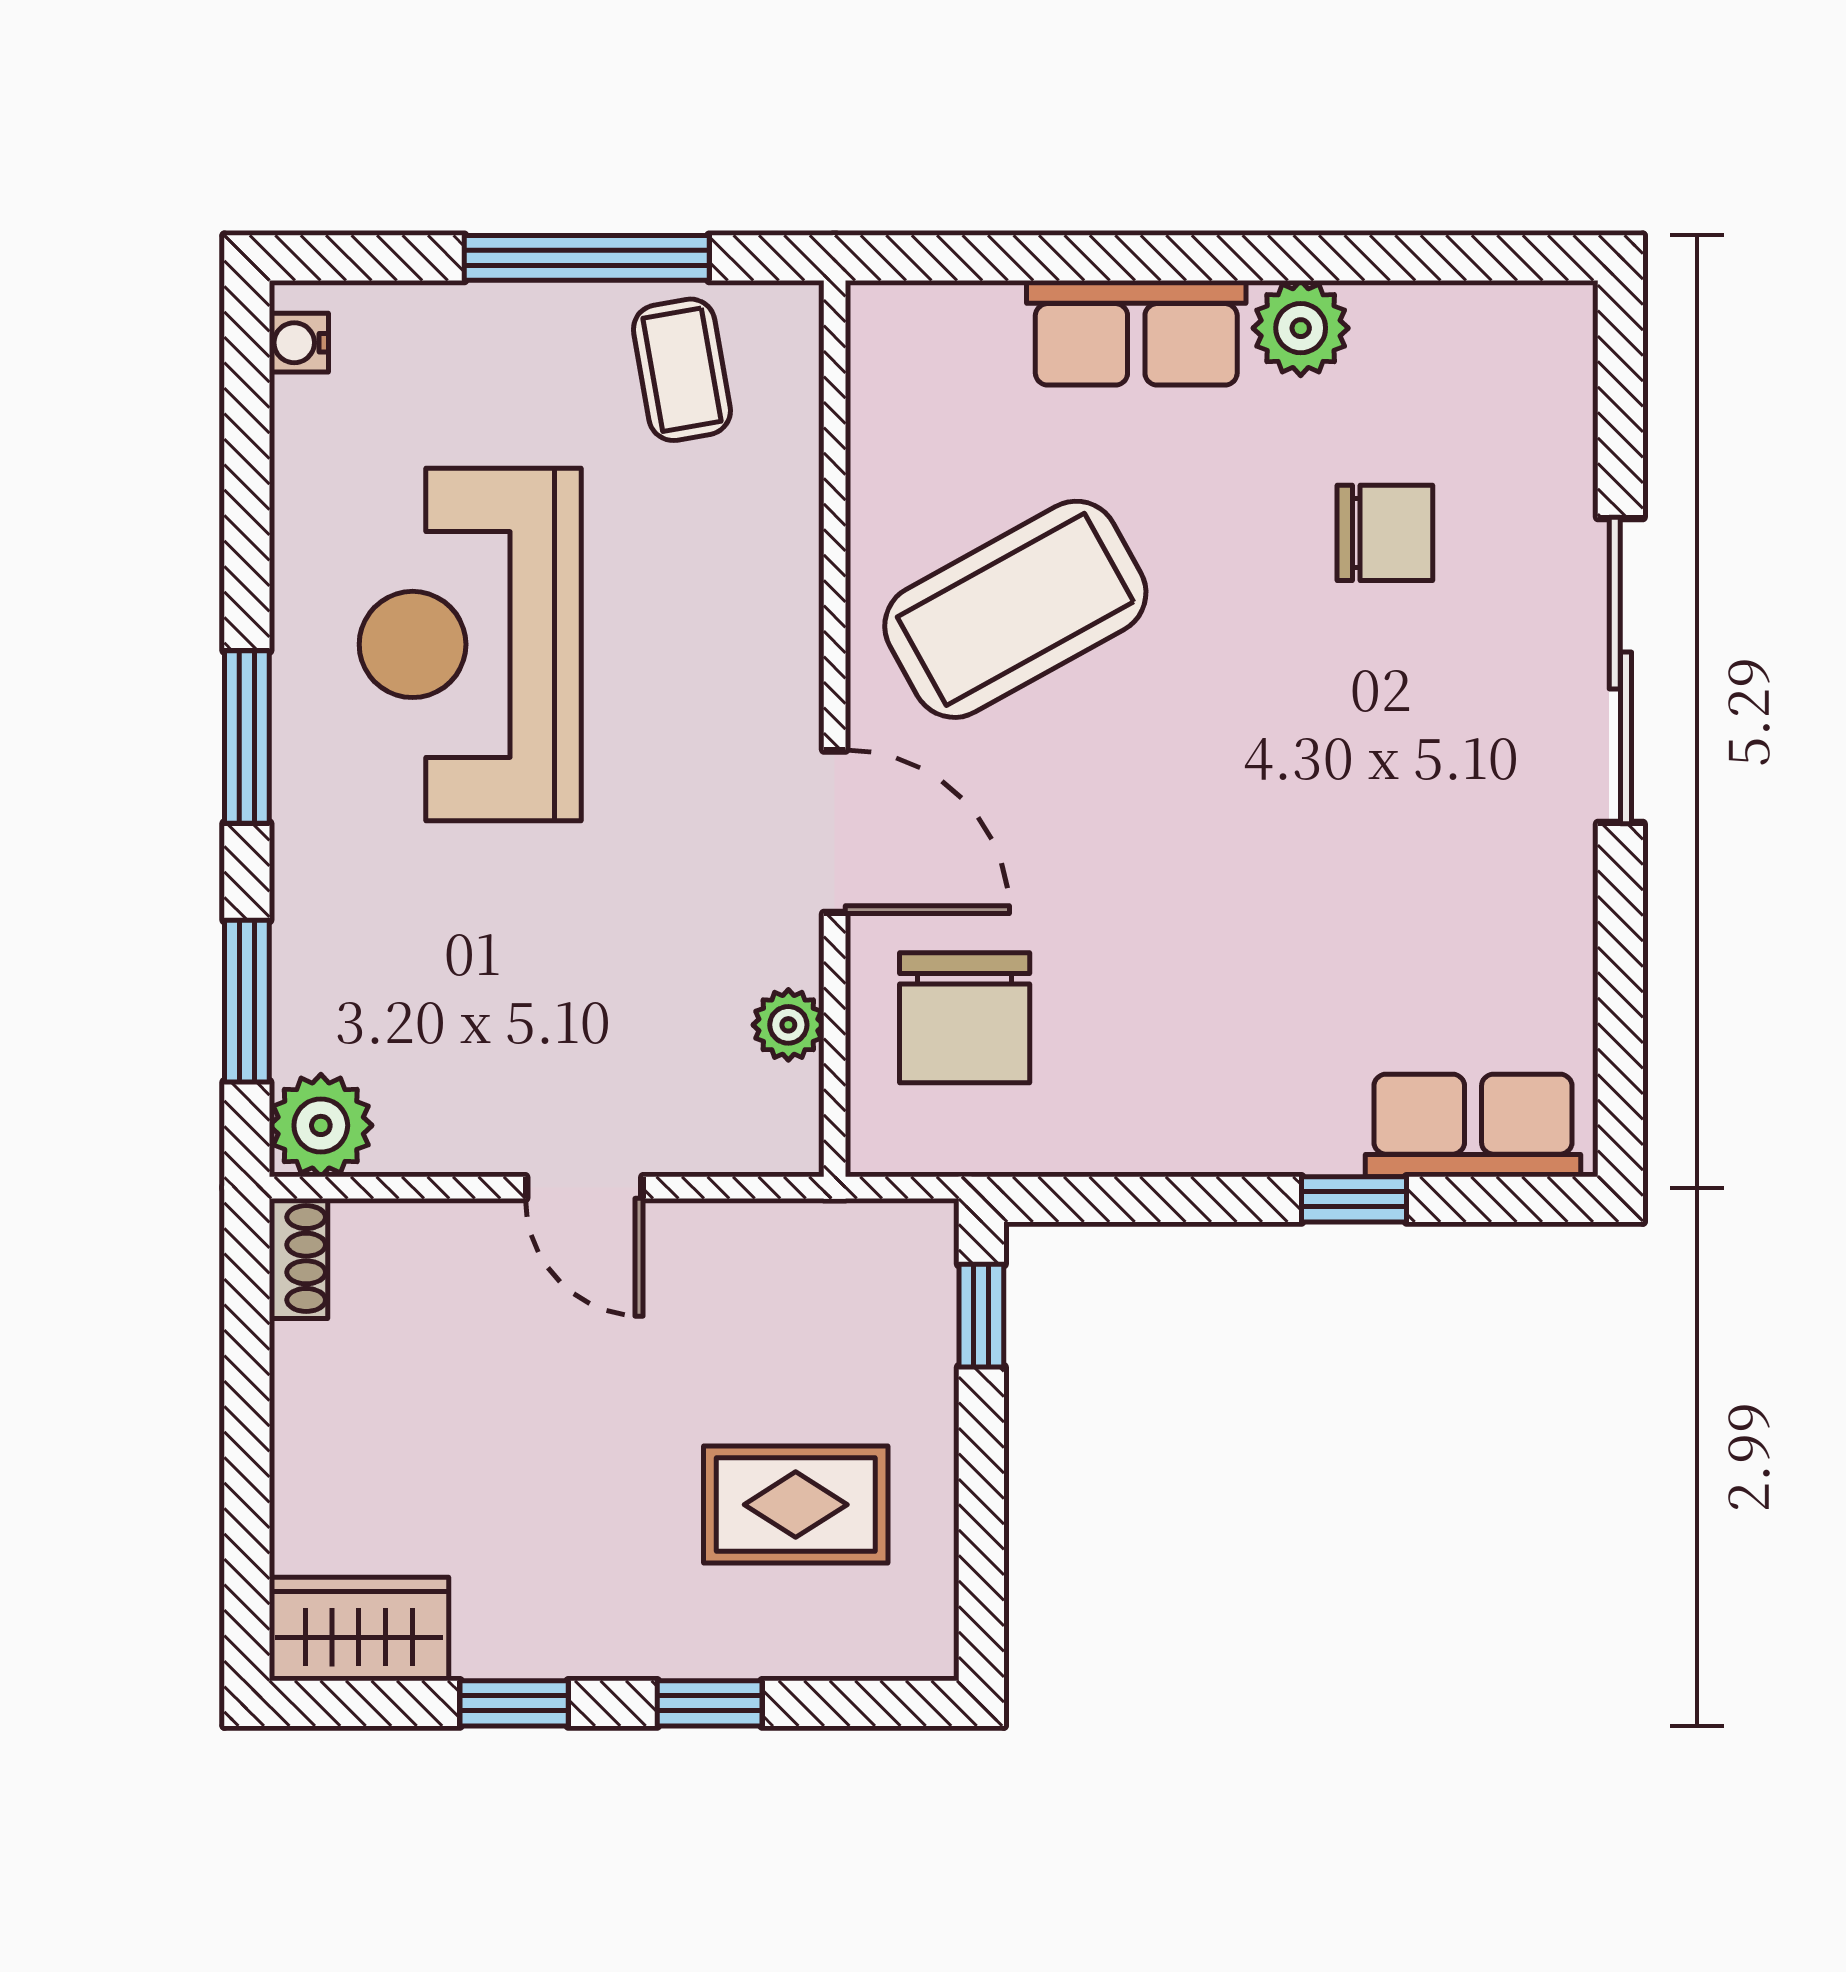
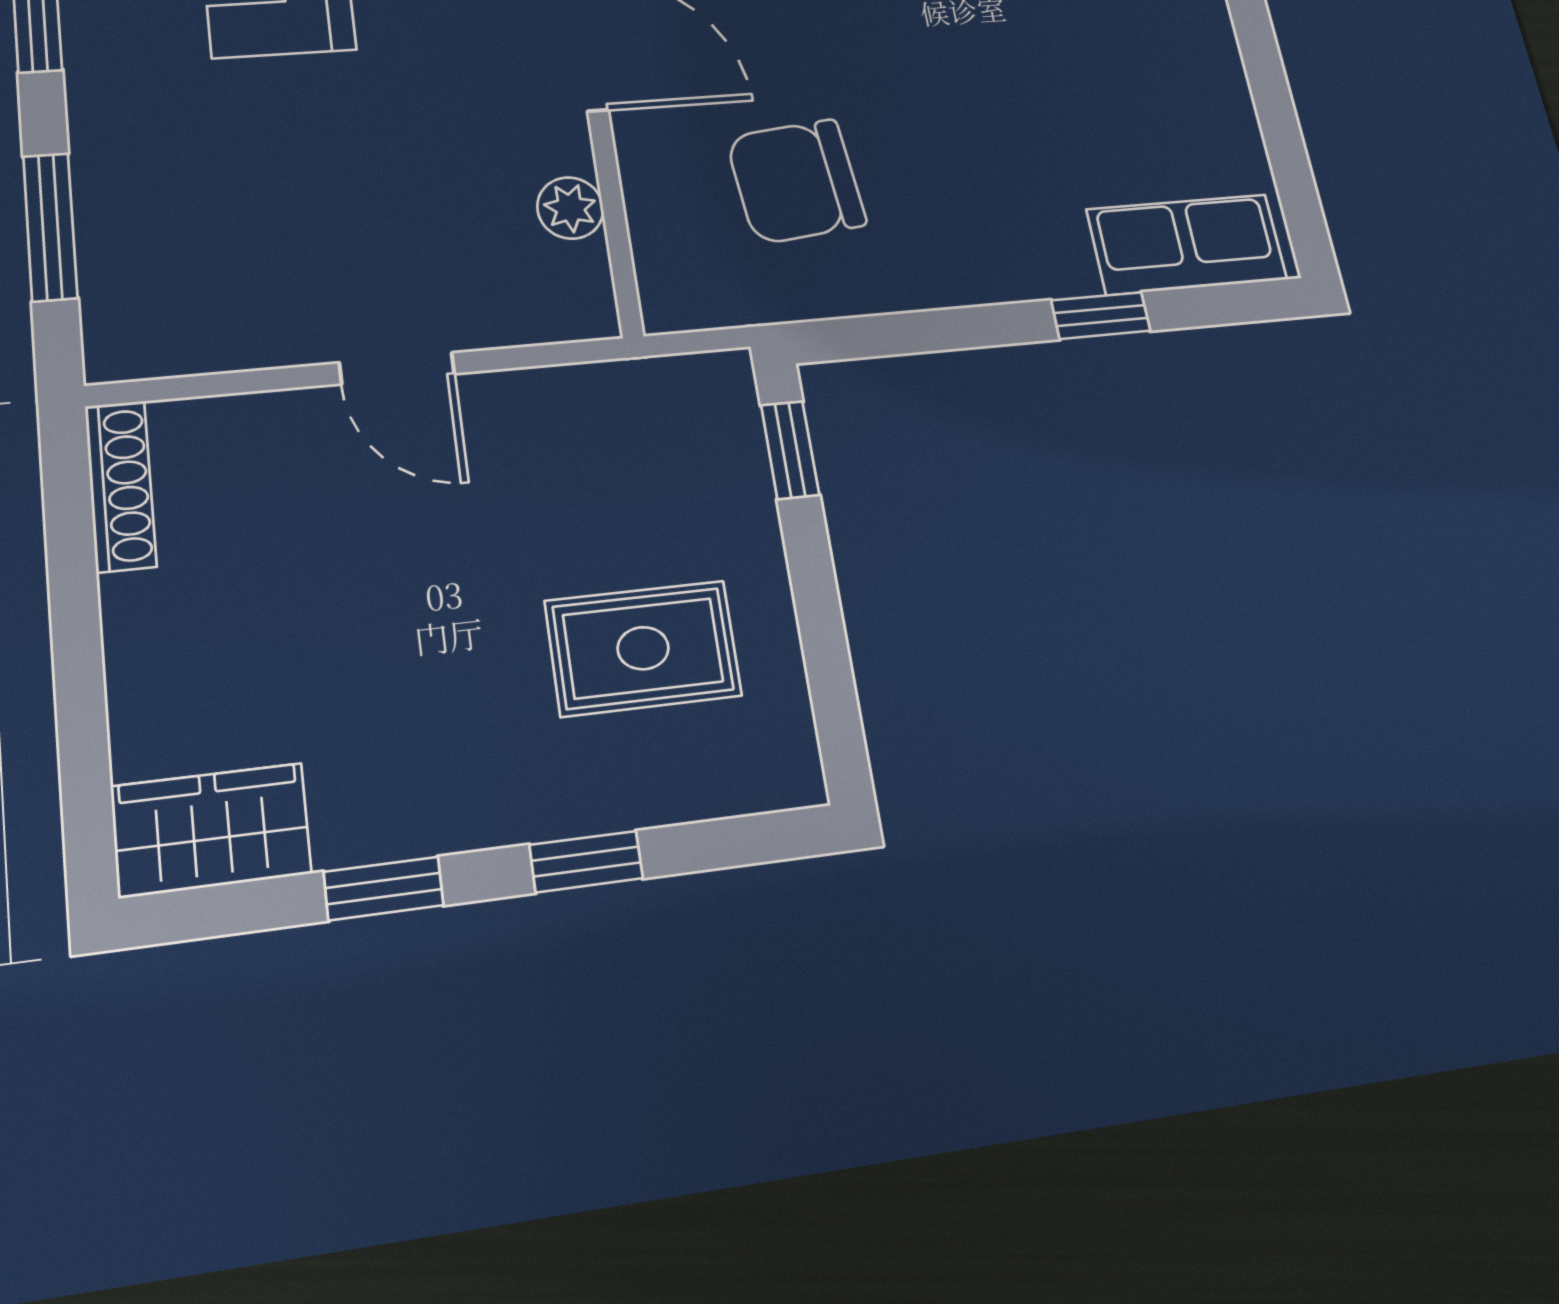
chair: (965, 1018) -> (796, 181), moved, turned 84
plant: (321, 1125) -> (132, 334), removed
shoe rack: (299, 1259) -> (121, 486), width x1.43

